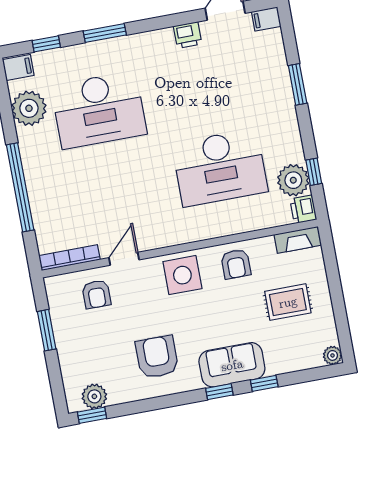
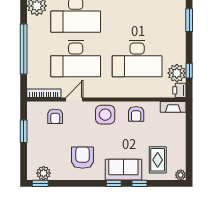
desk: (113, 187) -> (76, 59), added
rug: (288, 302) -> (158, 160), moved, turned 90

